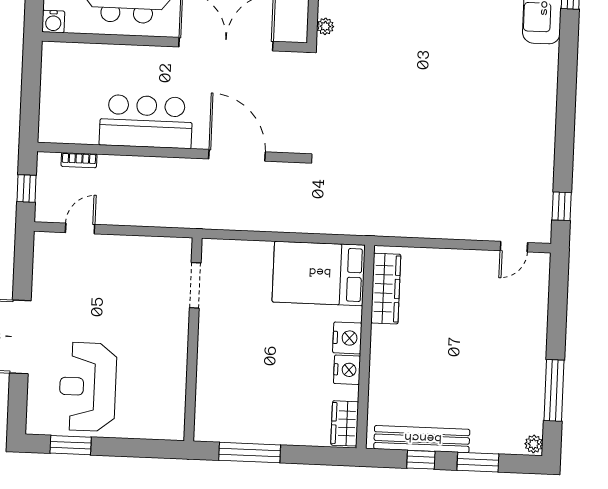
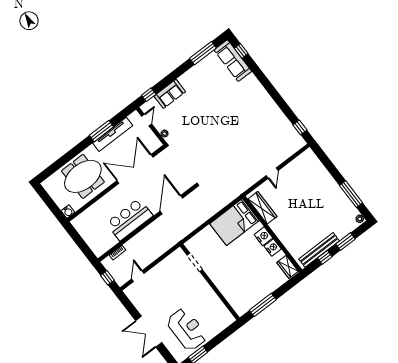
door: (237, 155) -> (171, 205), hinge flipped
door: (514, 247) -> (272, 173), moved
reception desk: (88, 387) -> (187, 329), turned 180

